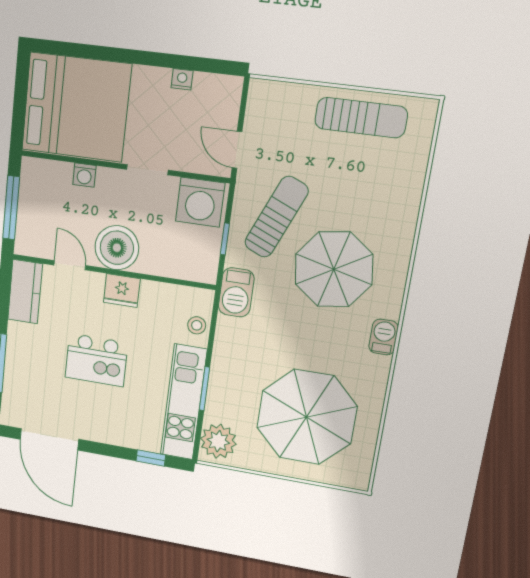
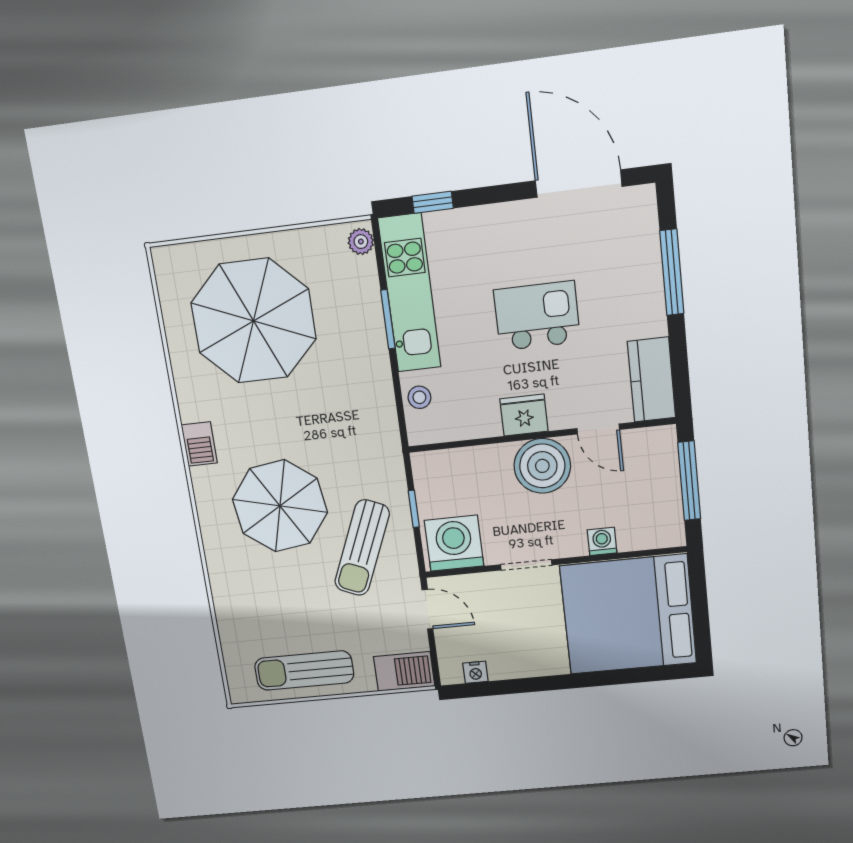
nightstand: (182, 79) -> (475, 672), moved
barbecue: (236, 292) -> (404, 671), moved, turned 90
plant: (218, 441) -> (361, 242), width x0.53, depth x0.53

